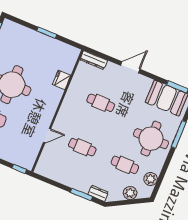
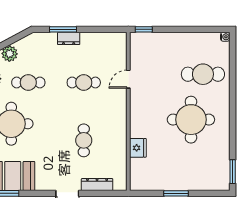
dresser: (94, 60) -> (97, 185), moved
cafe table: (101, 103) -> (84, 140), turned 90
dresser: (98, 193) -> (69, 38), moved

